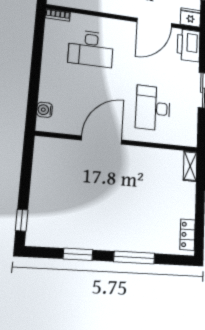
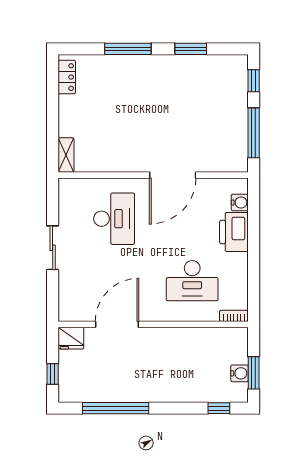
printer: (189, 45) -> (234, 232), moved, turned 180
desk: (91, 49) -> (192, 281), turned 180
window: (26, 171) -> (254, 133), added

